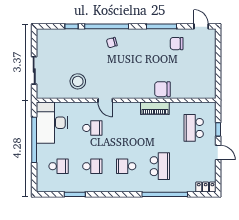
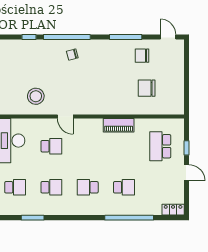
chair: (162, 89) -> (147, 88), moved
school desk: (160, 166) -> (124, 187), width x0.54

